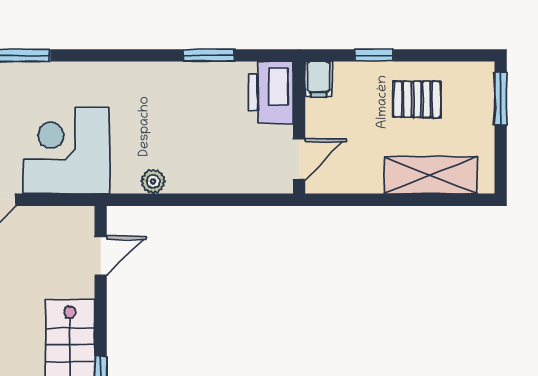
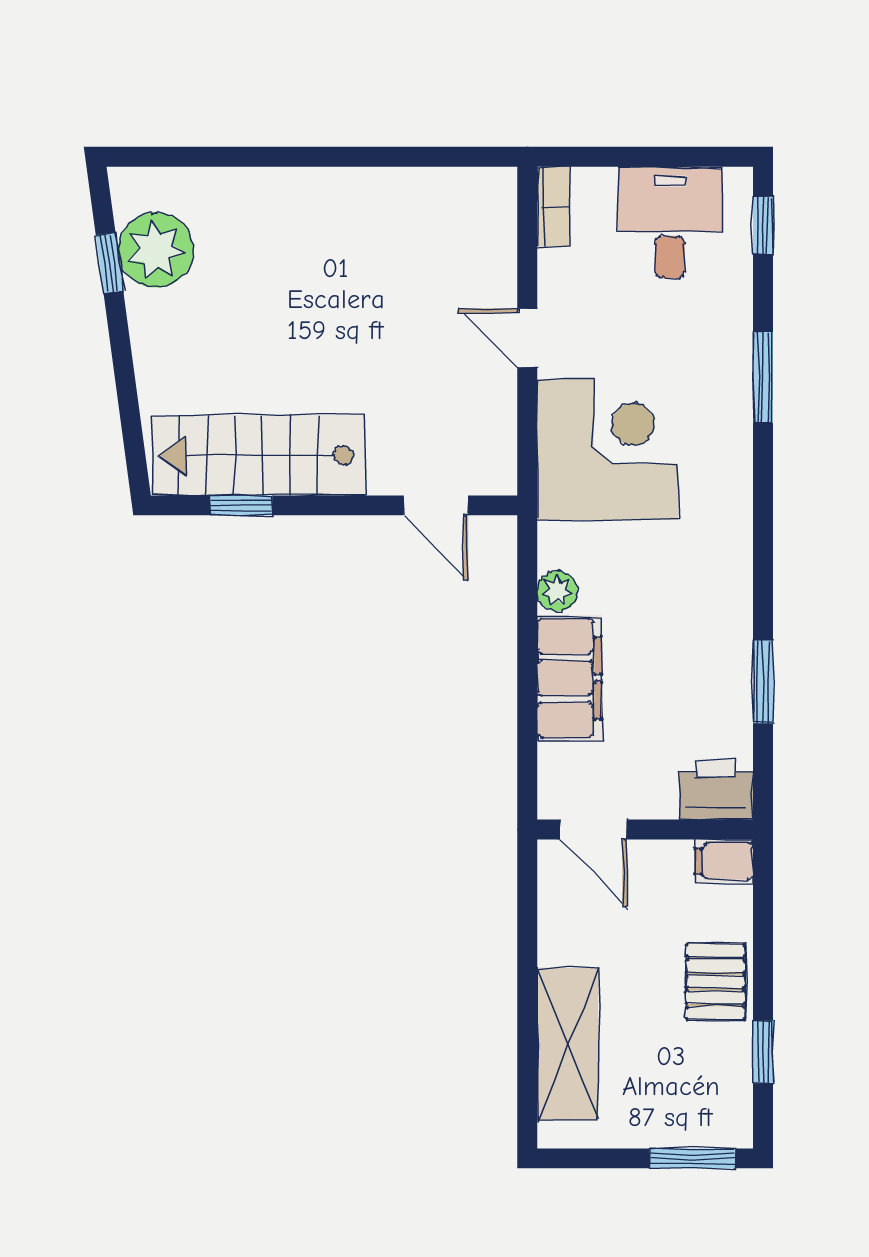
window: (374, 55) -> (763, 1052), moved
printer: (271, 92) -> (716, 789), width x0.73, depth x0.84
pallet: (417, 99) -> (715, 982), moved
filing cabinet: (206, 174) -> (570, 678), added

